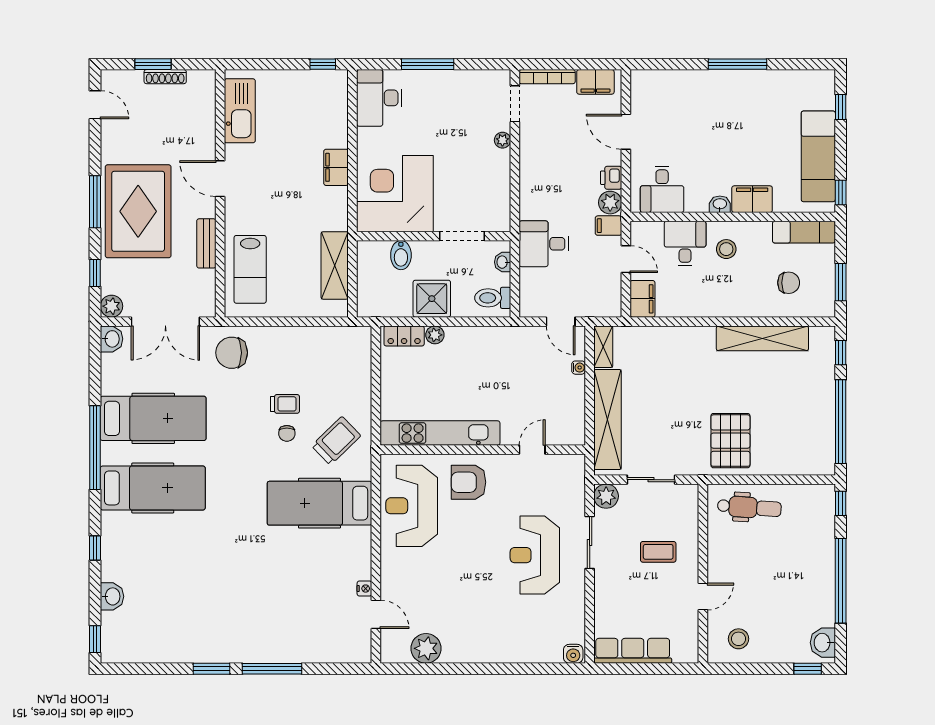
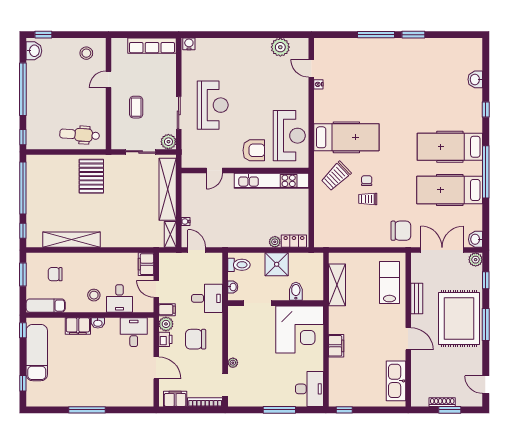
chair: (562, 178) -> (196, 339), added
coffee table: (658, 552) -> (136, 107), turned 90
window: (95, 639) -> (486, 53), removed

